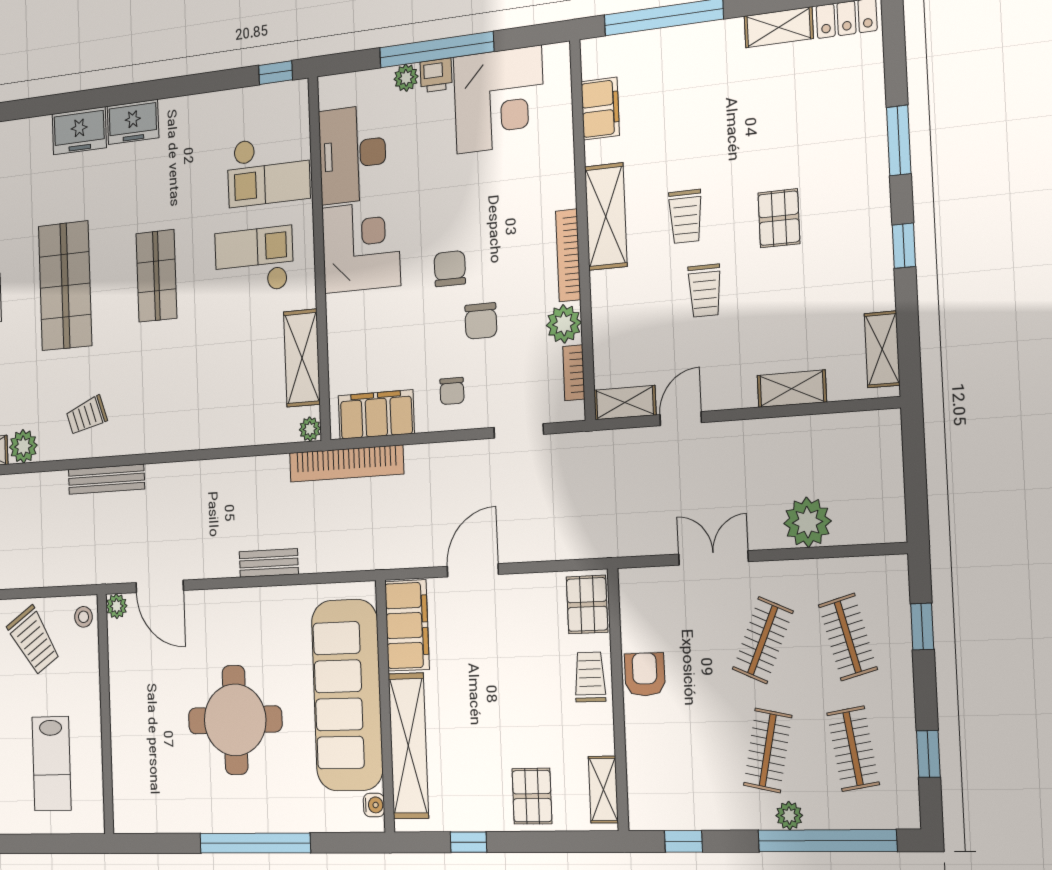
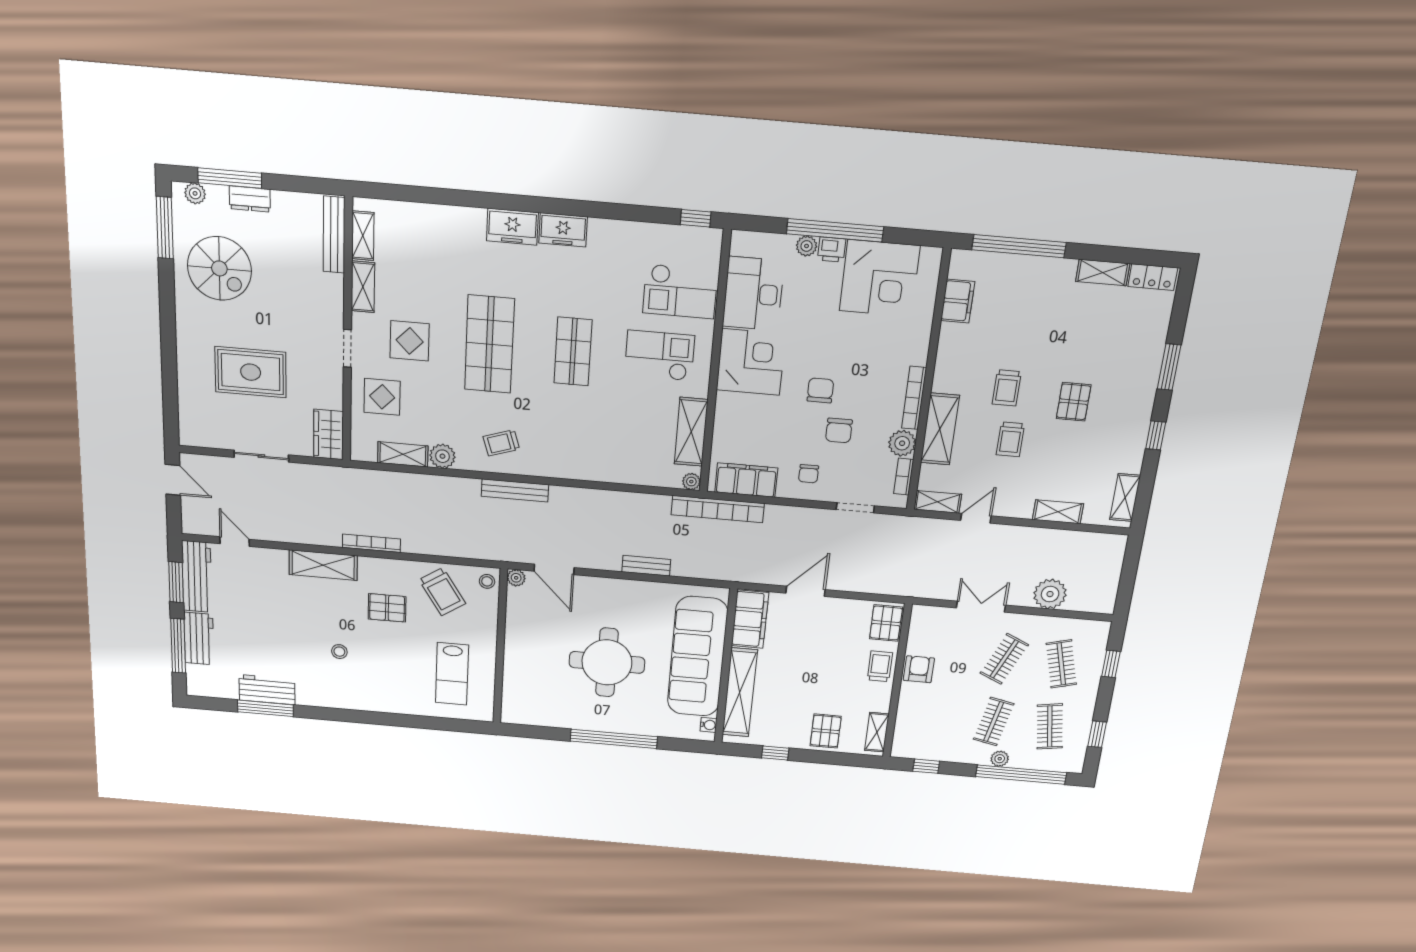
shelving: (606, 216) -> (940, 429), moved

